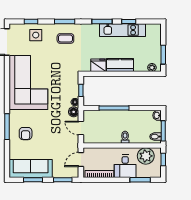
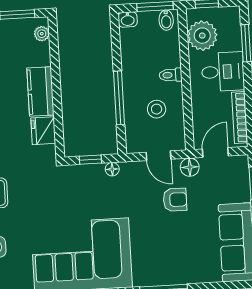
floor lamp: (74, 112) -> (190, 167), moved
door: (81, 128) -> (159, 156), hinge flipped
stool: (107, 128) -> (157, 109), added
armchair: (26, 134) -> (175, 200), moved
door: (81, 159) -> (215, 152), swing flipped

